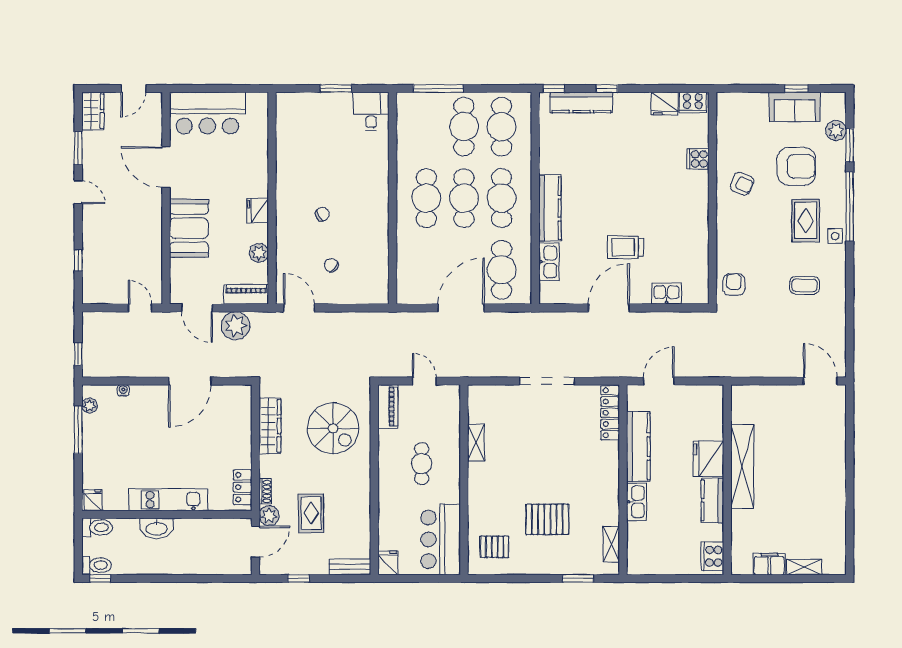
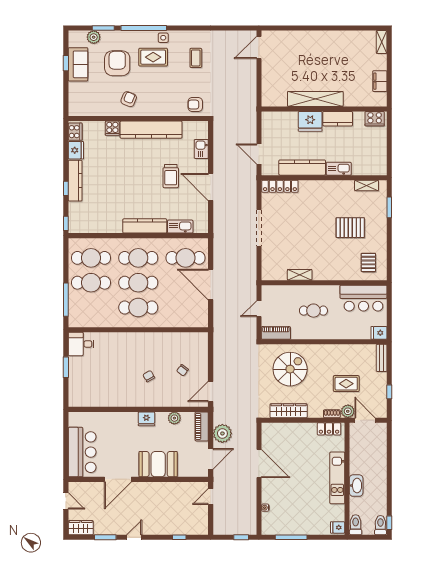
kitchen counter: (581, 103) -> (75, 181), moved
kitchen counter: (696, 218) -> (151, 130), added
plant: (89, 406) -> (275, 530), removed
pallet: (547, 519) -> (350, 228), turned 90
shelving: (804, 567) -> (382, 42), moved

